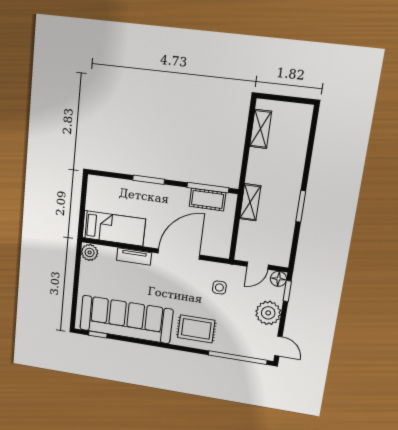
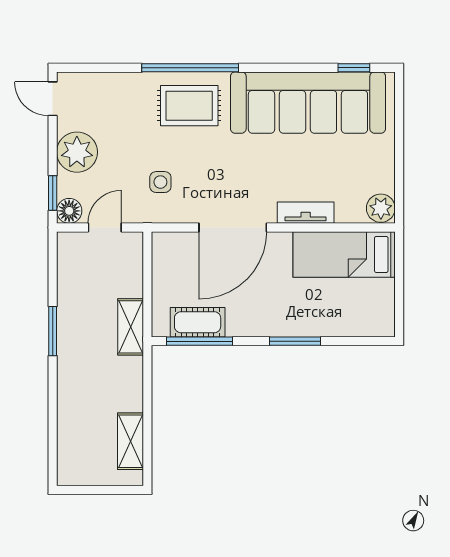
window: (238, 358) -> (190, 68), moved

